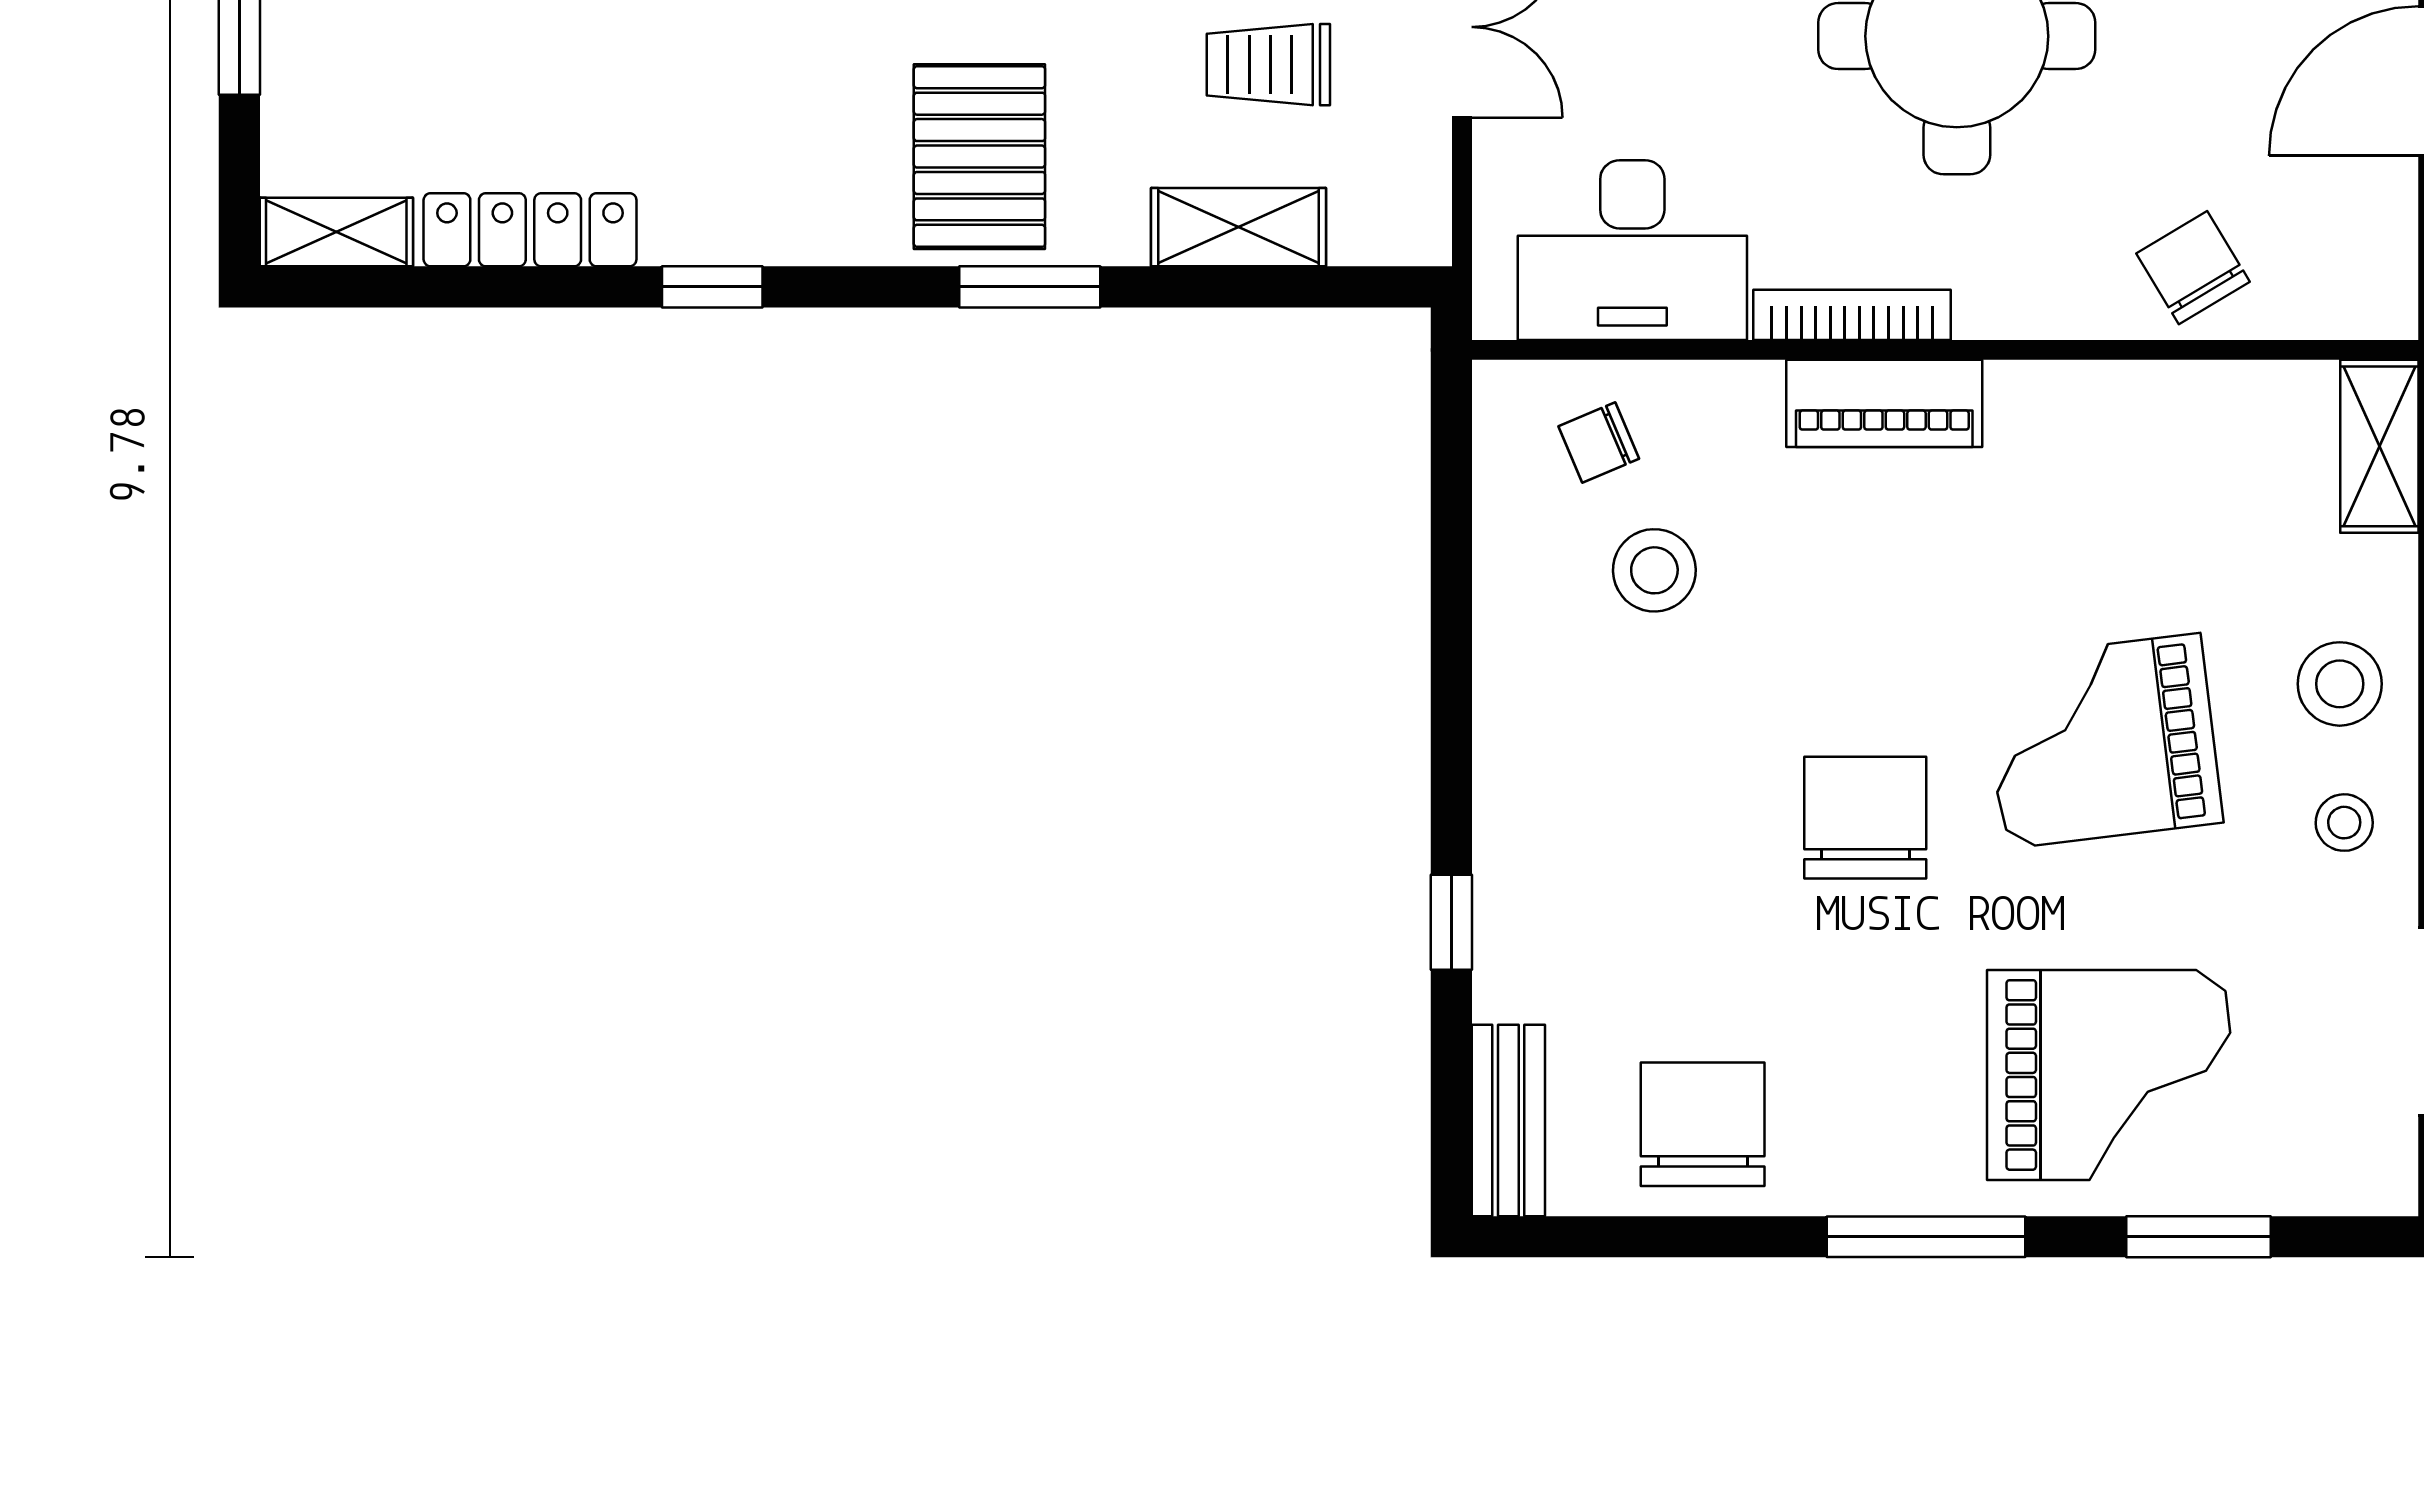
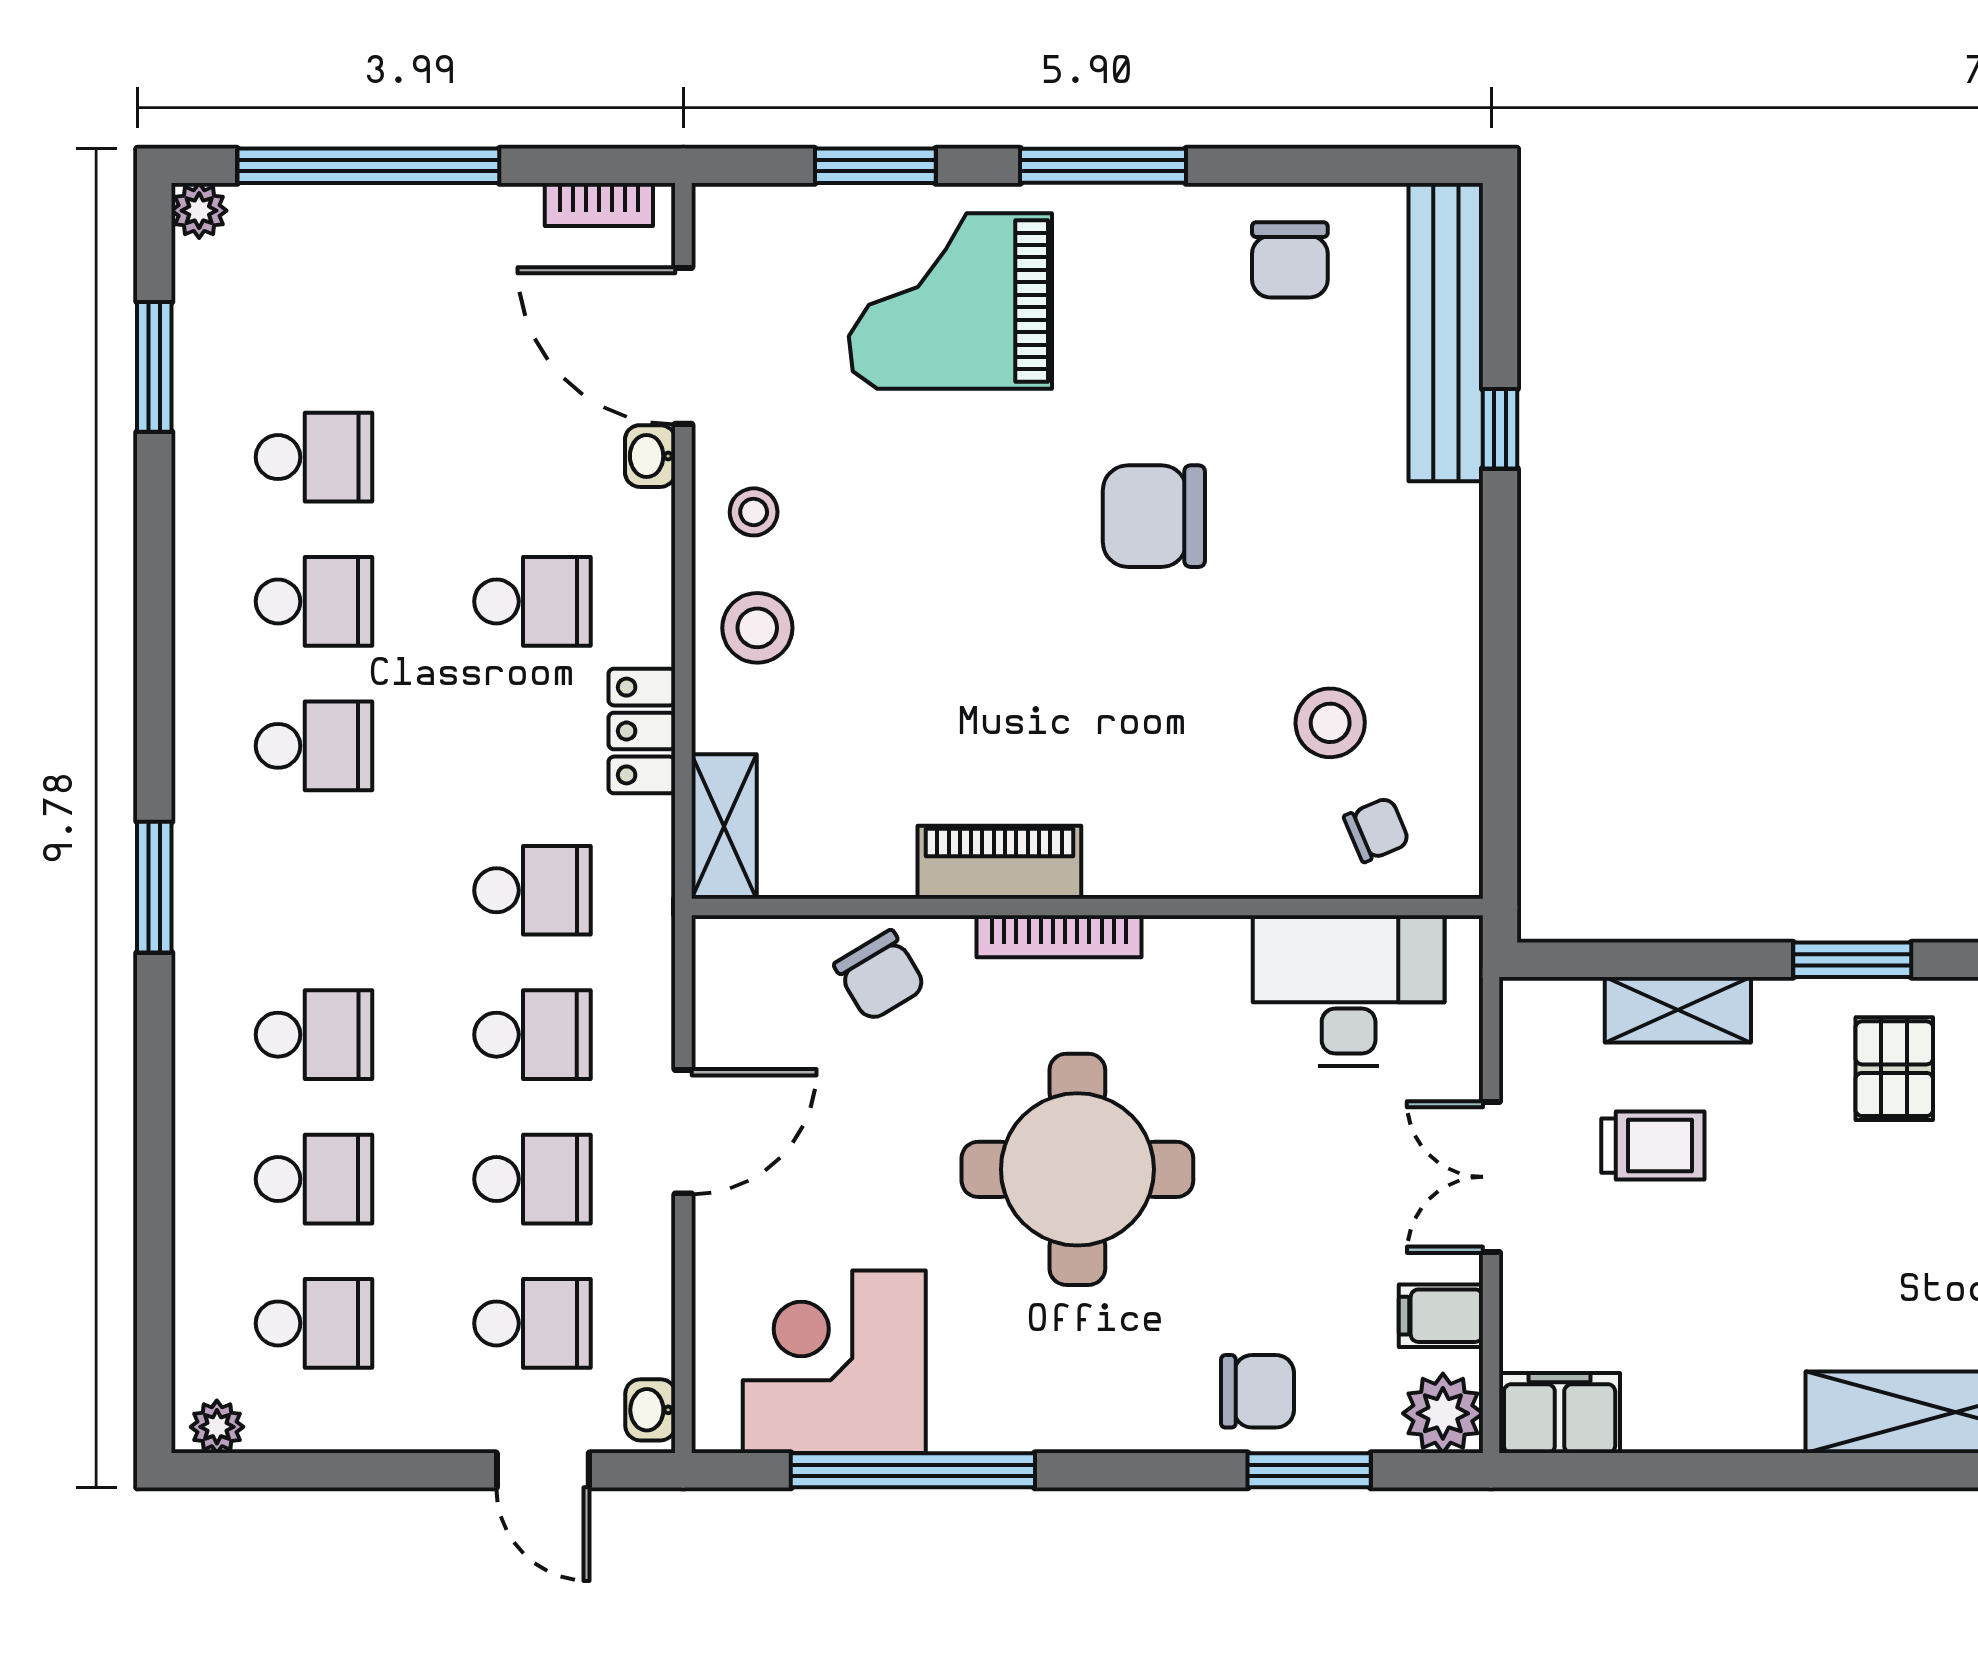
pallet: (979, 157) -> (1894, 1069), width x0.67, depth x0.71
bookcase: (1852, 315) -> (1059, 936), moved
piano: (1884, 403) -> (999, 862), moved
grand piano: (2102, 741) -> (956, 580), removed
chair: (1865, 818) -> (1154, 516), turned 90
bench: (1508, 1121) -> (1446, 332), width x1.86, depth x1.21
chair: (1703, 1124) -> (1290, 260), width x0.73, depth x0.73

